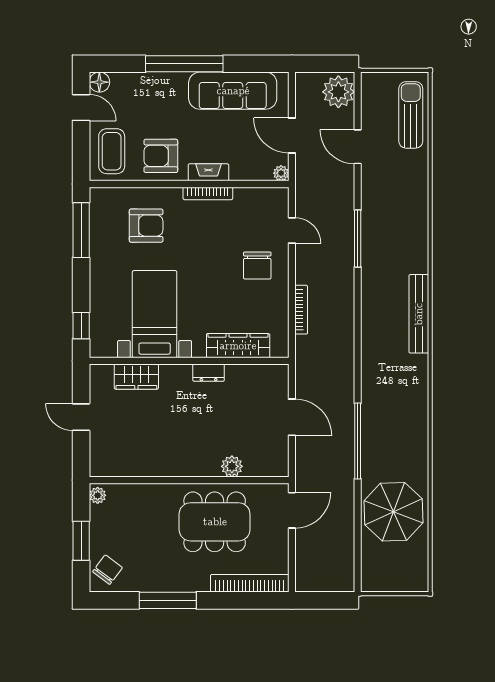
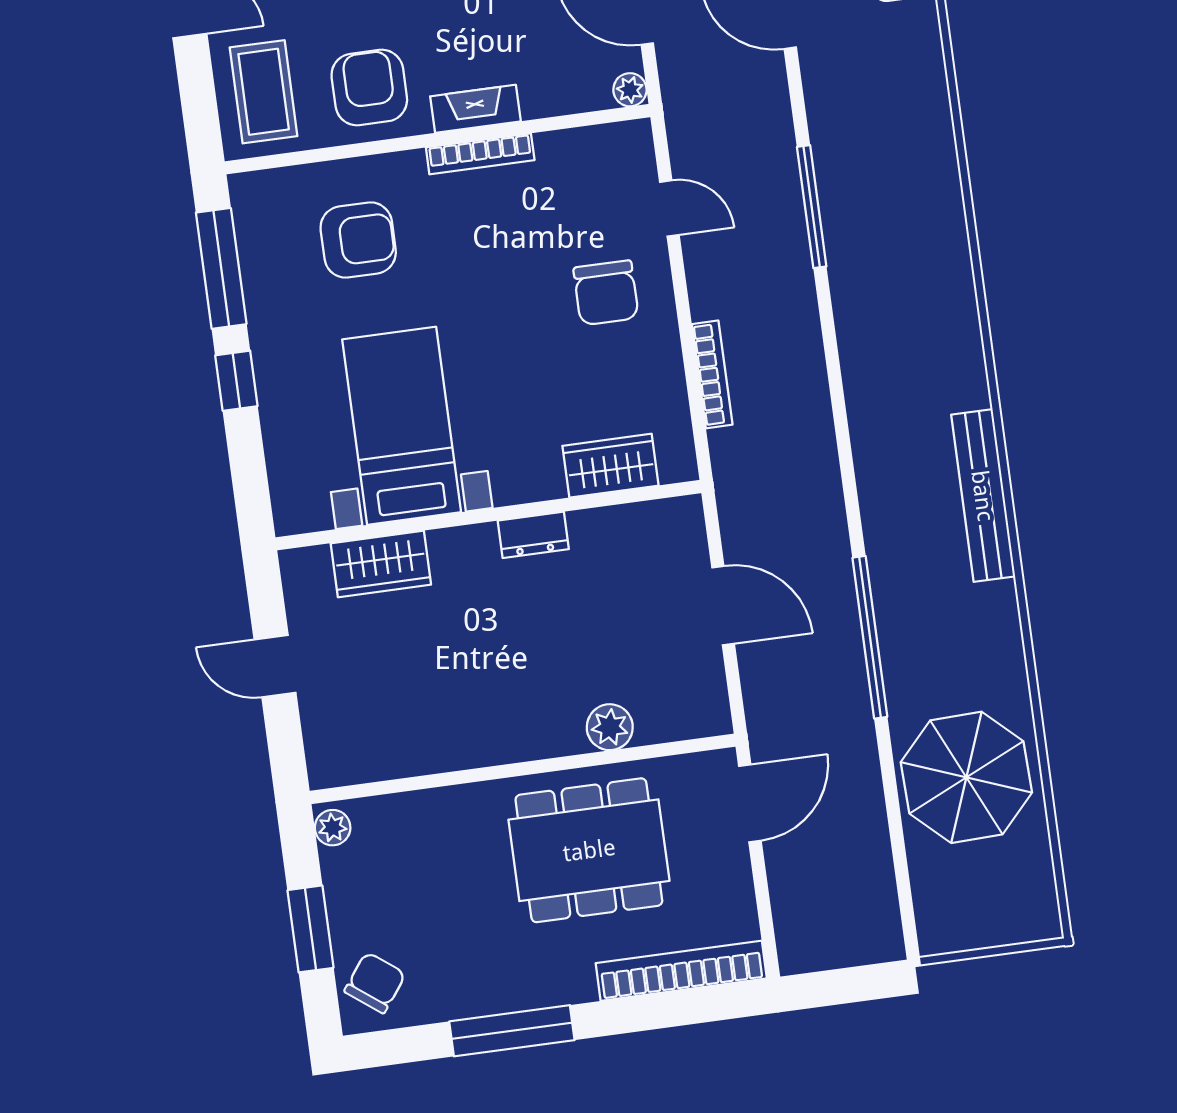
armchair: (161, 156) -> (369, 88), turned 90
bench: (419, 314) -> (983, 496), moved
window: (81, 326) -> (236, 381), moved
wardrobe: (238, 346) -> (611, 466), width x0.67

